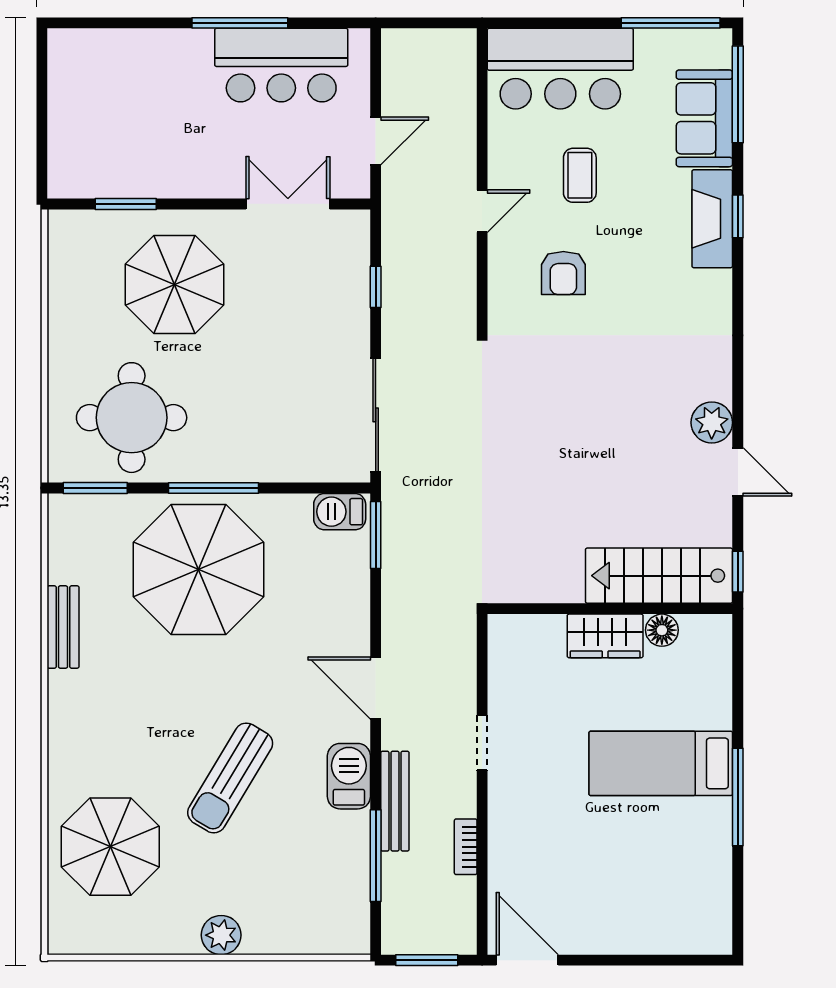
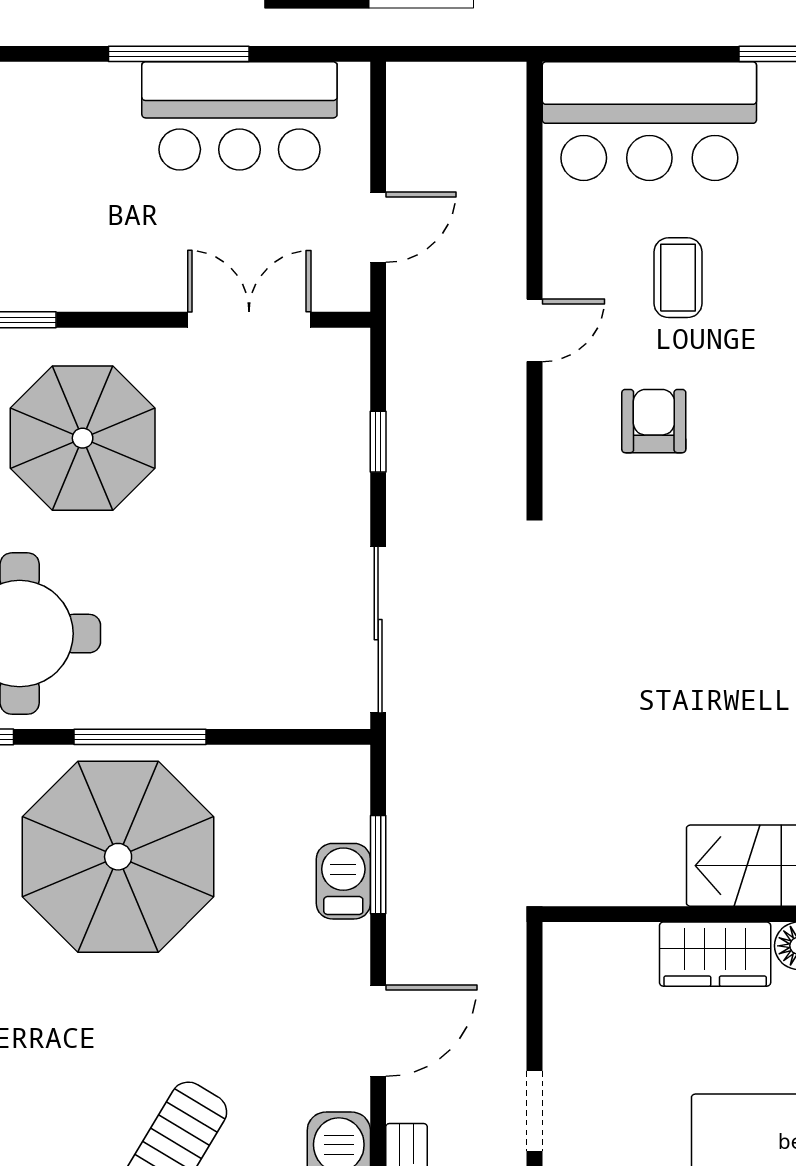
armchair: (563, 273) -> (654, 421), turned 180
barbecue: (340, 512) -> (343, 881), moved, turned 90
window: (376, 535) -> (378, 865), moved
door: (376, 688) -> (378, 1031), swing flipped

